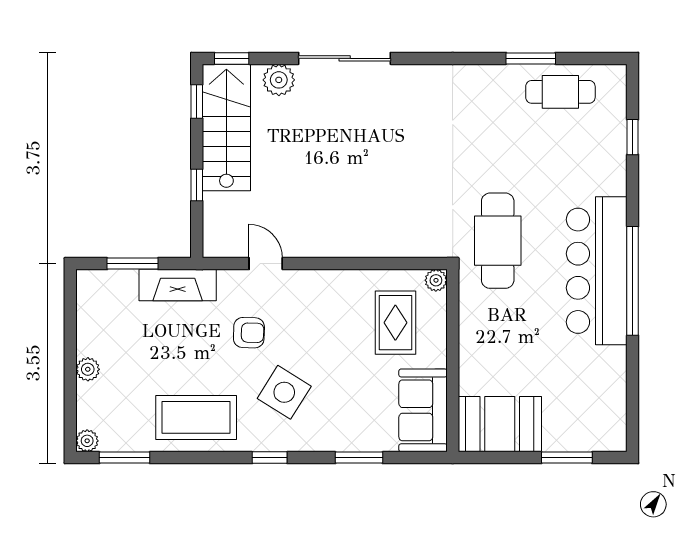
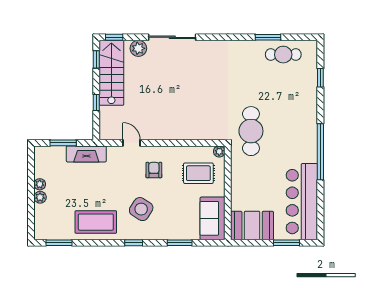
bar counter: (597, 271) -> (302, 202), moved
rug: (395, 323) -> (198, 173), turned 90
armchair: (249, 333) -> (154, 170), moved, turned -92
plant: (87, 441) -> (40, 184), moved

